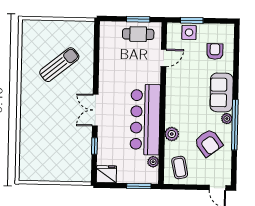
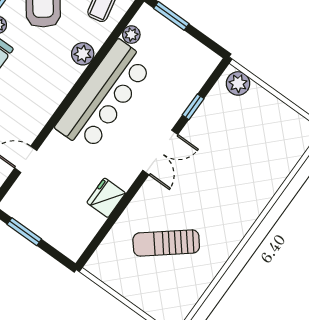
cafe table: (138, 34) -> (37, 212), removed
fridge: (106, 174) -> (106, 198), moved, turned 90
plant: (79, 175) -> (238, 83), added

